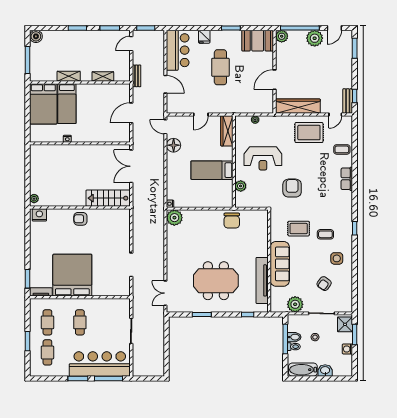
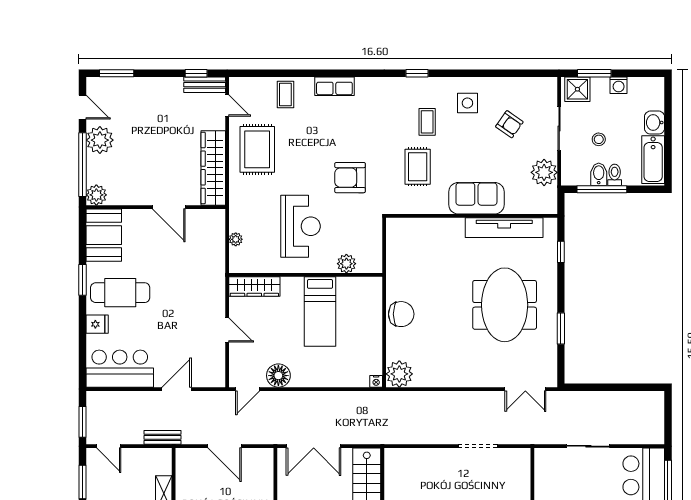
cafe table: (220, 67) -> (120, 293), moved
chair: (232, 221) -> (401, 314), moved
sofa: (280, 264) -> (476, 198), width x0.73

